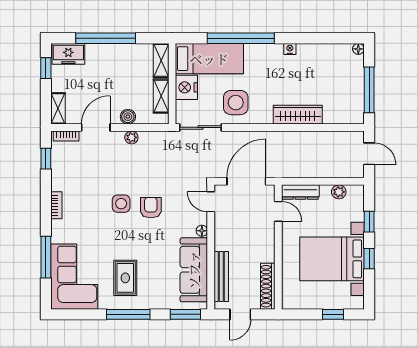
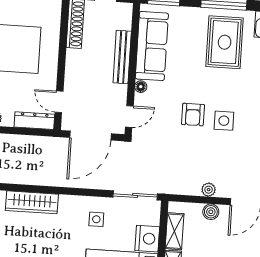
side table: (236, 103) -> (96, 219), width x0.54, depth x0.54
door: (211, 202) -> (129, 117), hinge flipped
bench: (221, 277) -> (122, 57), moved
rug: (125, 278) -> (225, 42), width x1.36, depth x1.43

